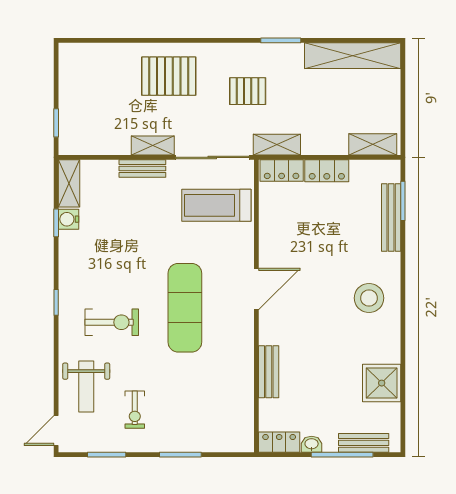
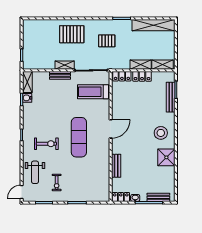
shelving: (277, 145) -> (141, 65), moved
shower: (382, 383) -> (166, 157), moved

